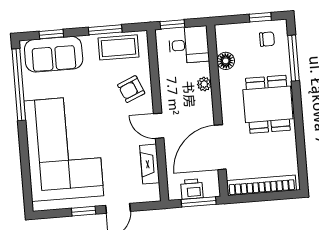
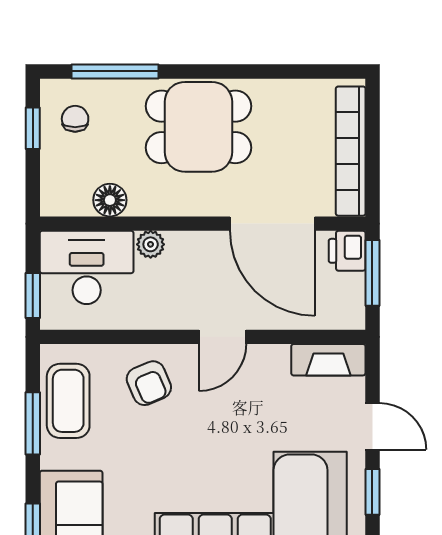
desk: (189, 45) -> (87, 267), width x1.37
fireplace: (150, 164) -> (328, 360), moved
printer: (192, 189) -> (347, 251), moved

